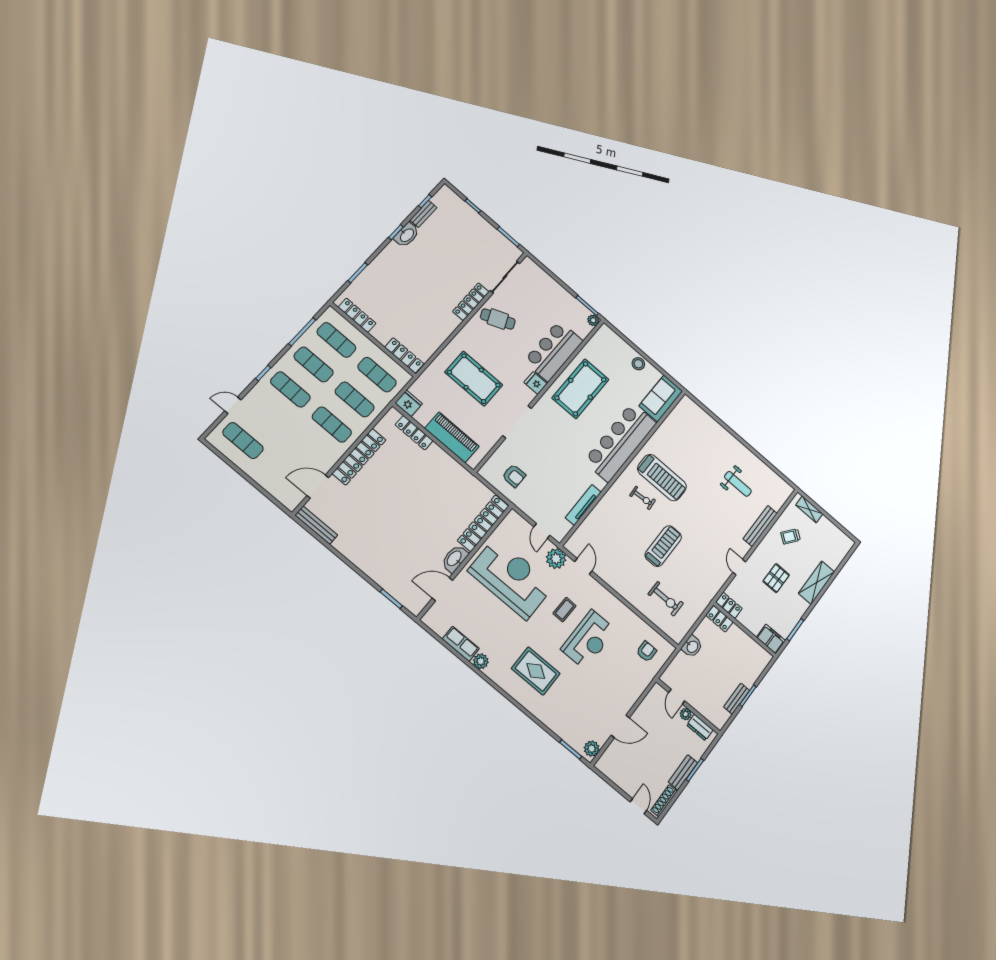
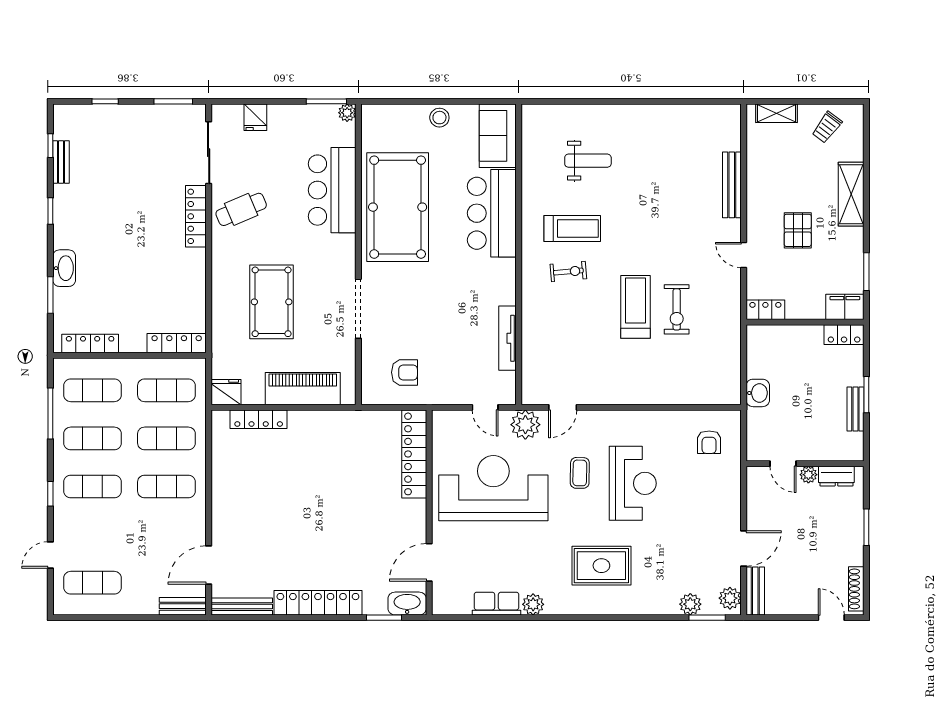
washbasin: (407, 235) -> (64, 268), moved
pool table: (474, 379) -> (272, 302), turned 90
fridge: (536, 383) -> (255, 117), moved, turned -90
pool table: (580, 389) -> (398, 207), width x1.36, depth x1.32
bar counter: (620, 442) -> (492, 213), width x0.73
locker: (359, 457) -> (318, 603), moved, turned -90
treadmill: (662, 478) -> (572, 228), width x0.73, depth x0.73
weight bench: (738, 484) -> (588, 161), moved
bench: (283, 497) -> (183, 606), added
trolley: (790, 536) -> (827, 127), moved
washbasin: (455, 559) -> (407, 604), moved, turned 90
door: (583, 566) -> (563, 407), swing flipped
exercise bike: (666, 599) -> (677, 309), moved, turned 90
locker: (720, 619) -> (844, 335), moved
armchair: (646, 651) -> (709, 442), turned 180
plant: (567, 734) -> (690, 604), added
bench: (683, 772) -> (755, 591), moved

